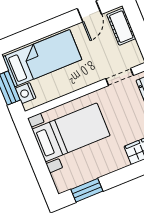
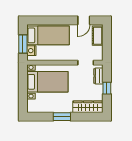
window: (87, 190) -> (62, 117), moved

